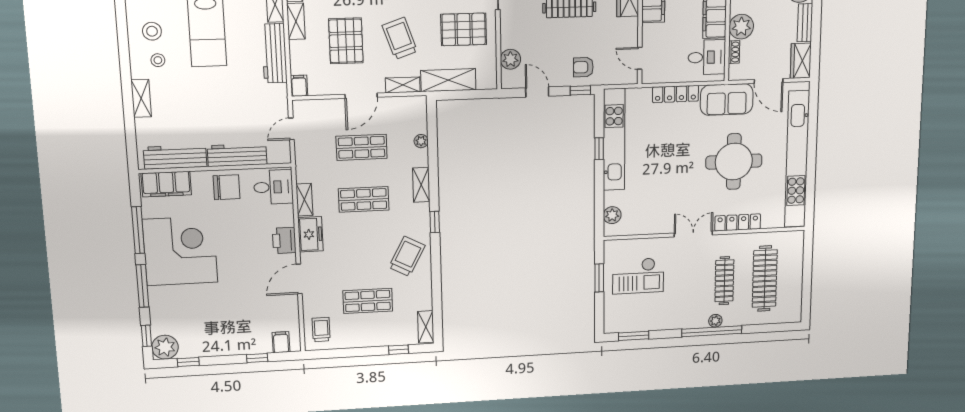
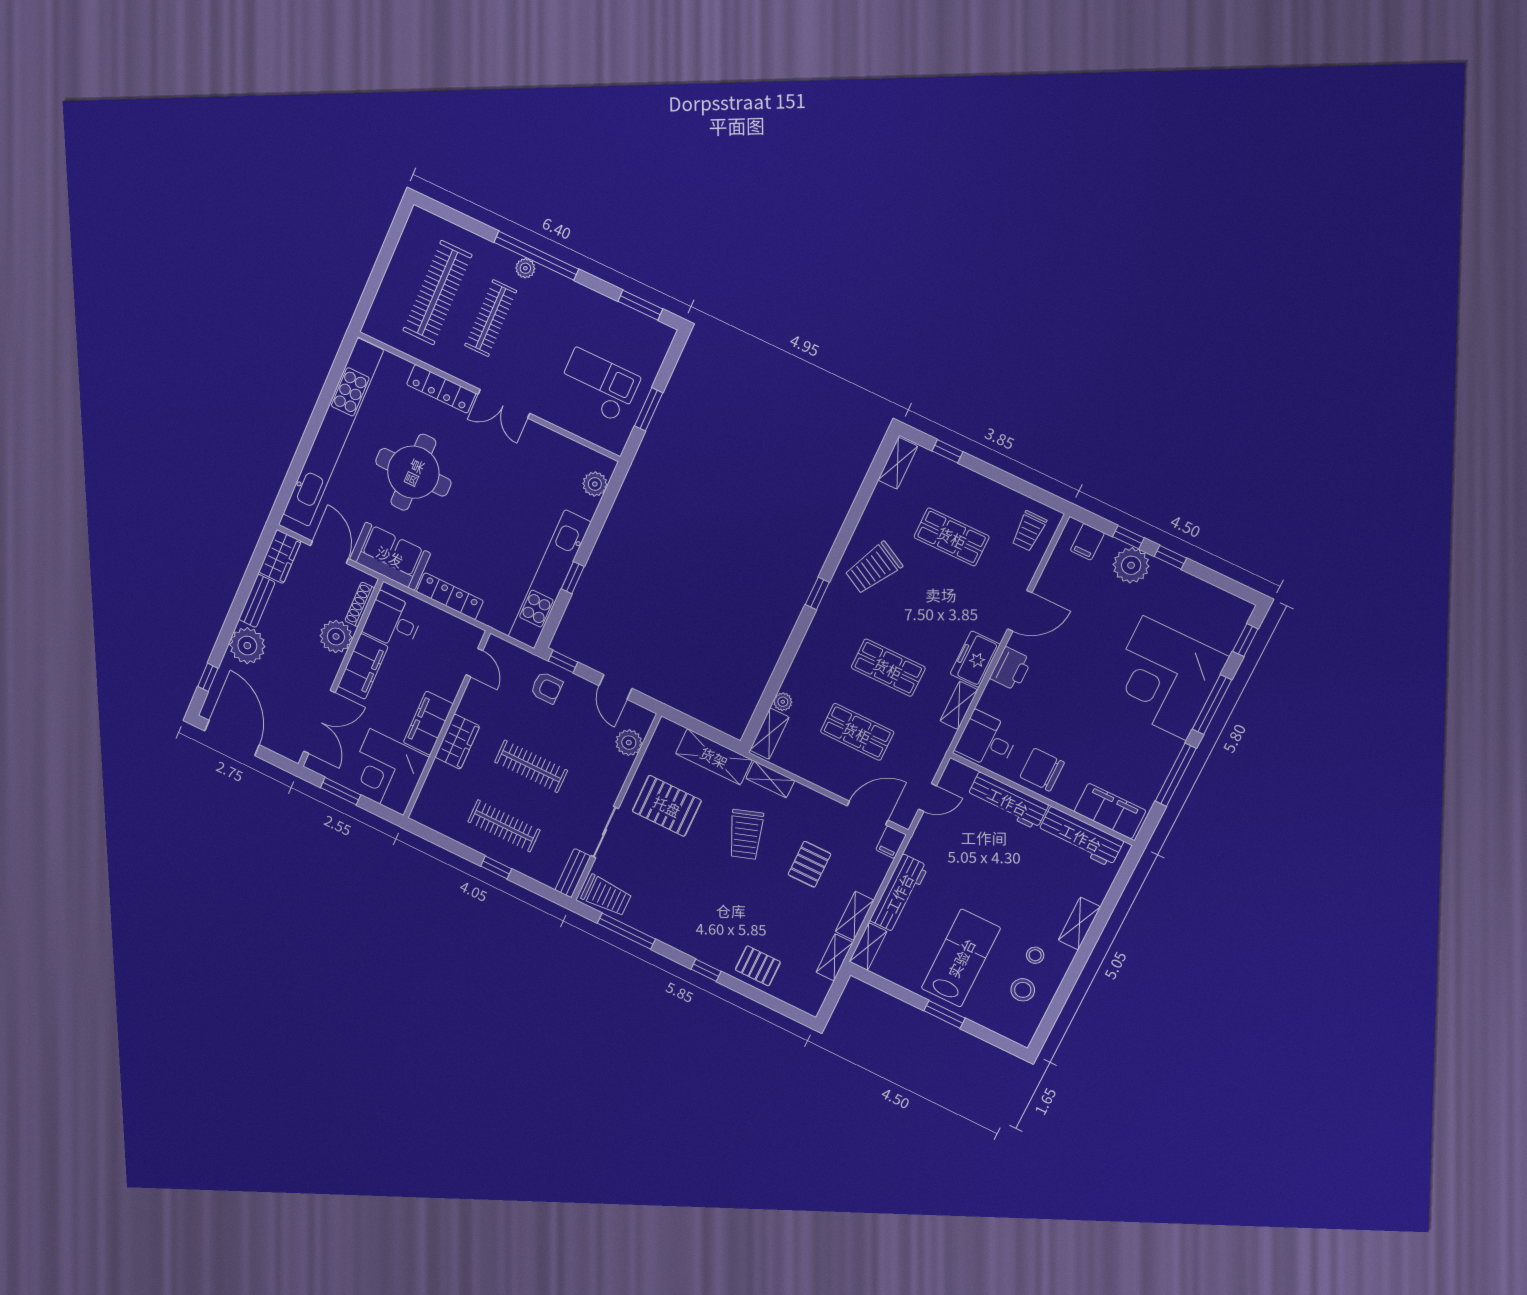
pallet: (346, 41) -> (809, 864), width x0.67, depth x0.71
shoe rack: (734, 52) -> (360, 604), width x1.43
door: (361, 96) -> (868, 813), moved
shelving: (421, 185) -> (769, 734), moved
corner desk: (180, 251) -> (1165, 678), moved
plant: (165, 347) -> (1131, 565), moved
window: (188, 362) -> (1170, 557), moved

